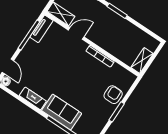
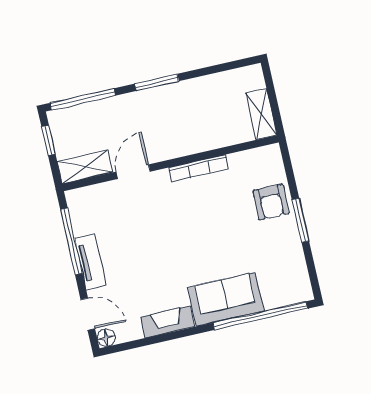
tv unit: (41, 29) -> (90, 262), moved
armchair: (113, 95) -> (271, 202), turned 180

